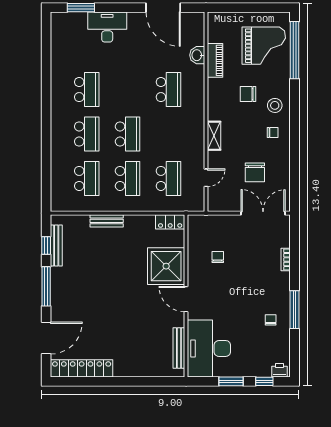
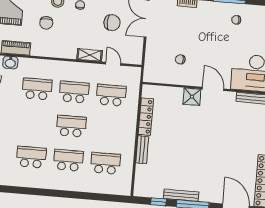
shelving: (214, 136) -> (90, 55), moved
school desk: (128, 178) -> (74, 92), moved
locker: (170, 222) -> (146, 117), moved, width x1.53
bench: (56, 245) -> (181, 195), moved
shower: (166, 266) -> (192, 97), width x0.54, depth x0.54
door: (186, 299) -> (213, 89), swing flipped

